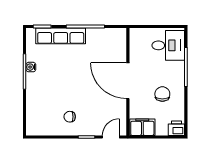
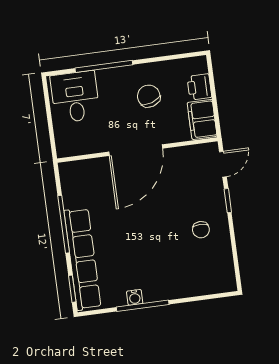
row of seats: (61, 36) -> (82, 259), width x1.36
chair: (162, 94) -> (149, 96), turned 72
printer: (176, 128) -> (199, 87), moved
door: (111, 137) -> (223, 164), swing flipped

